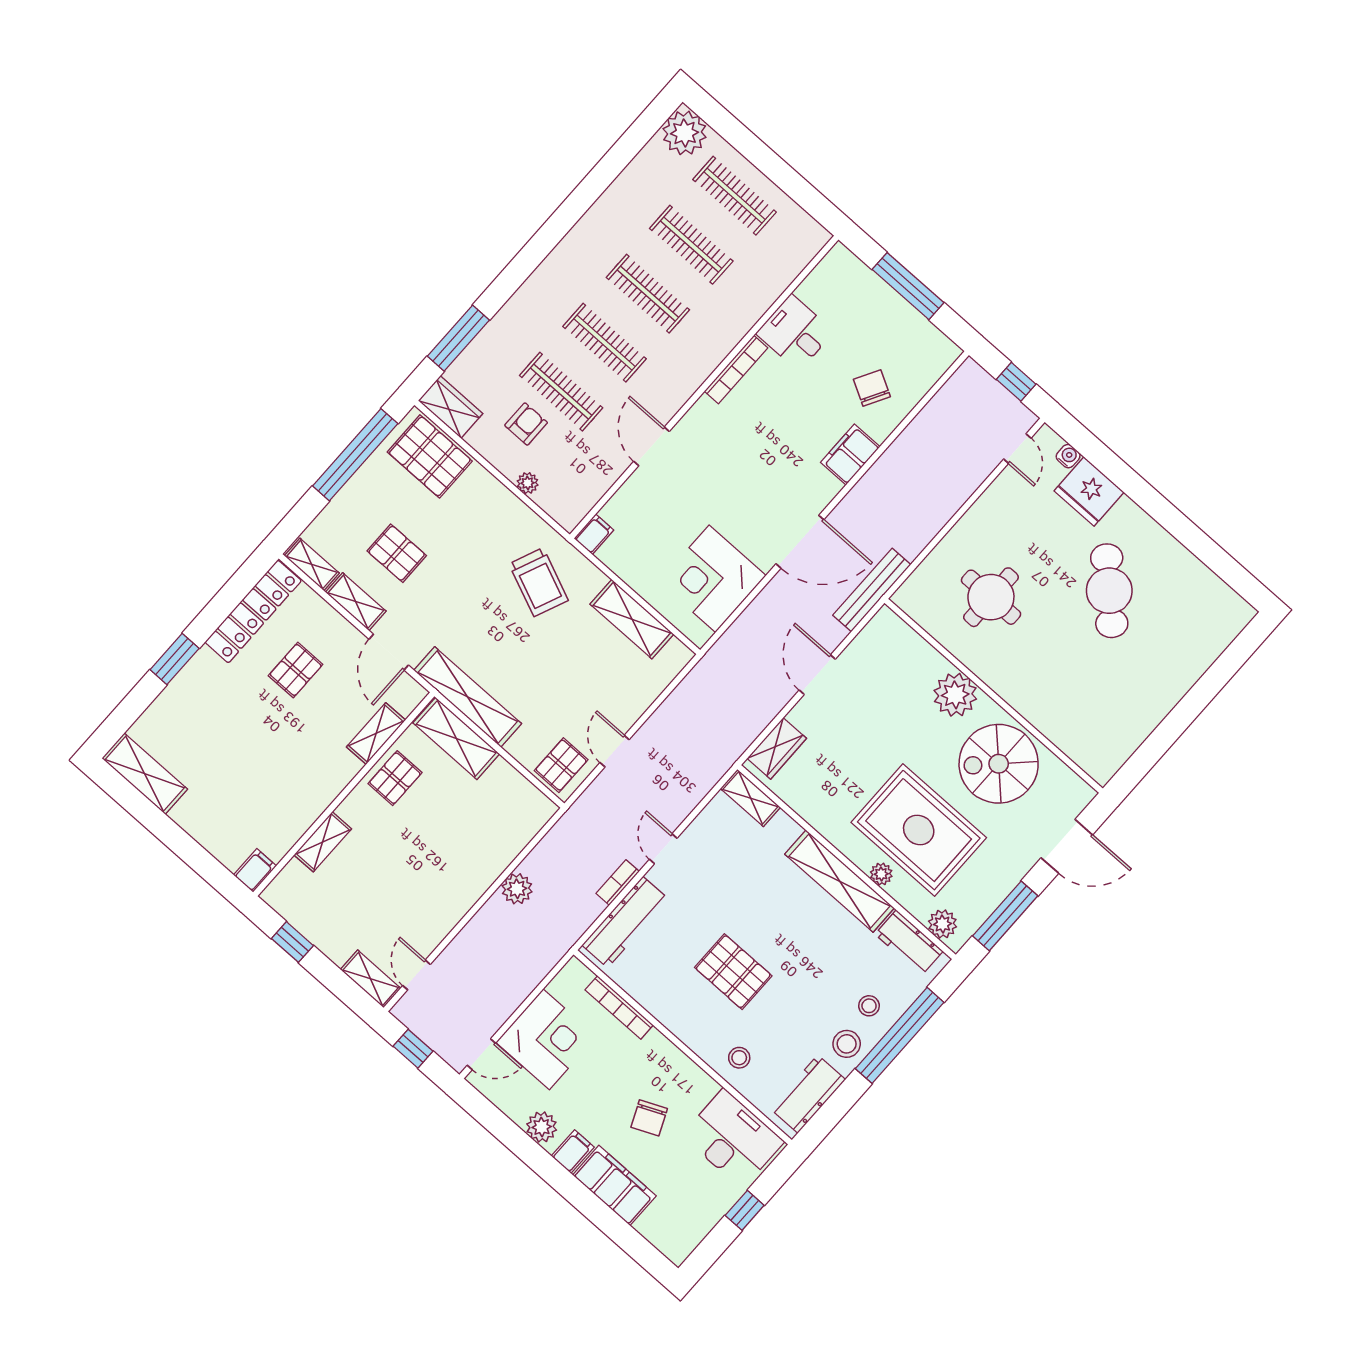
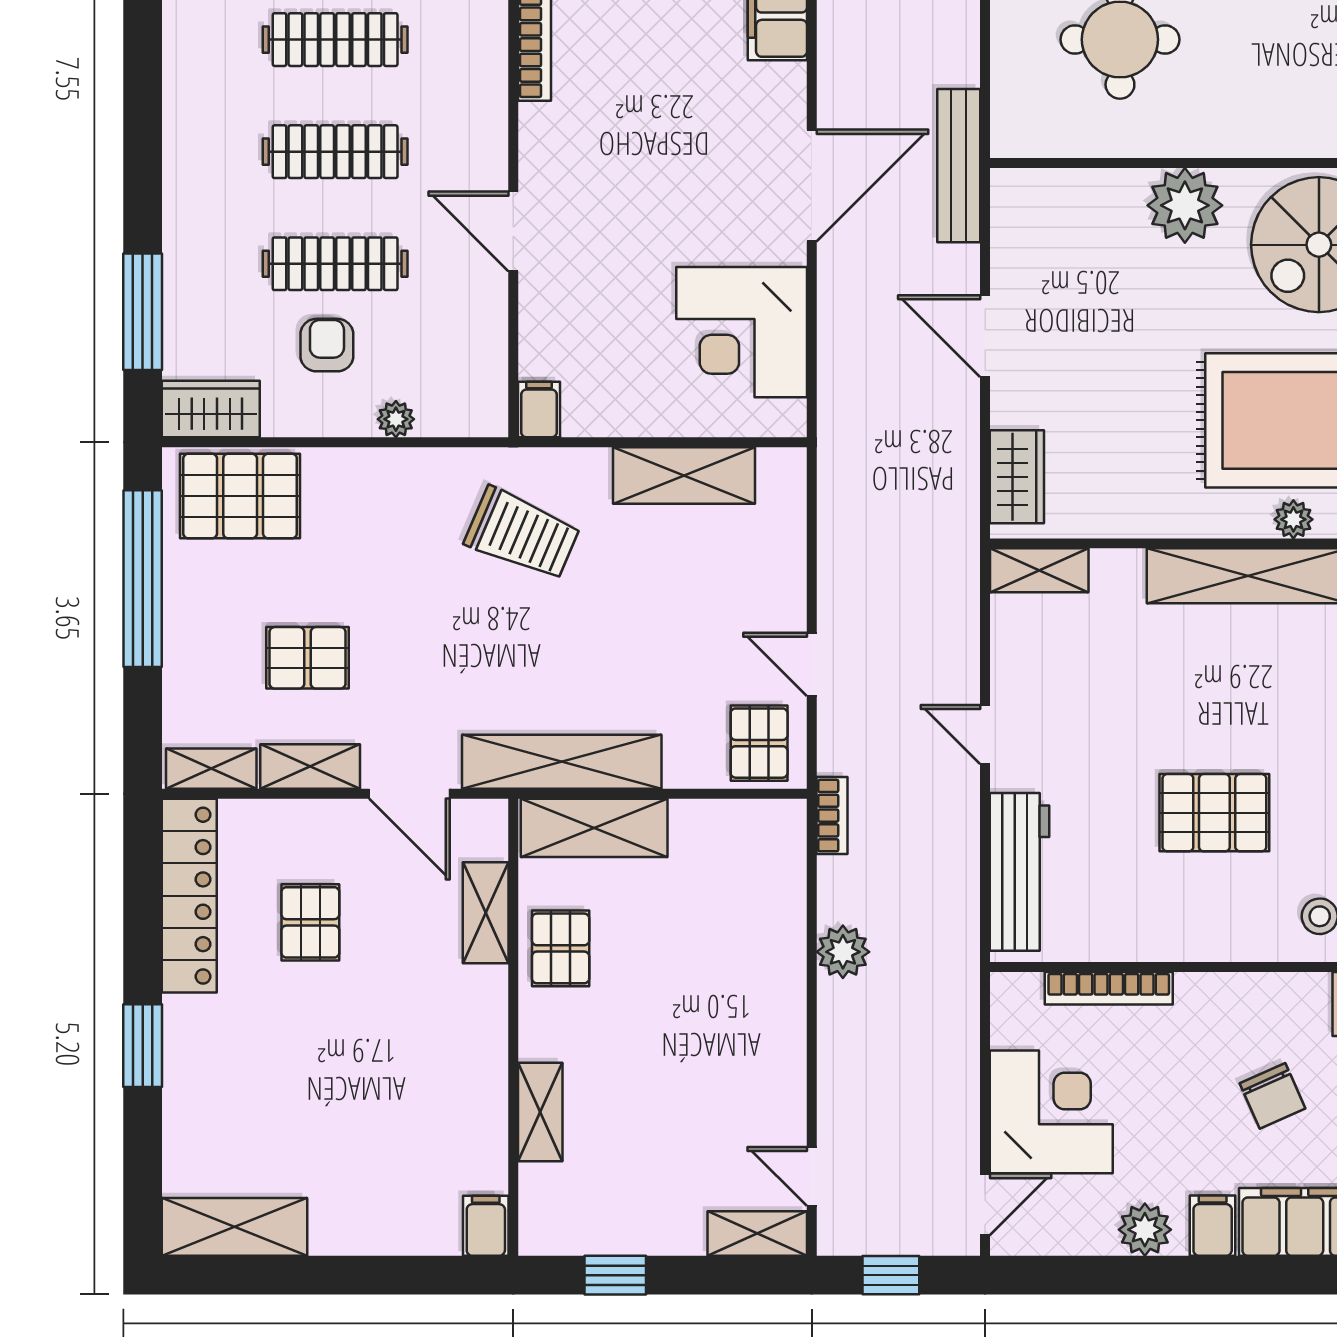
bookcase: (618, 882) -> (832, 816), moved, turned 180

